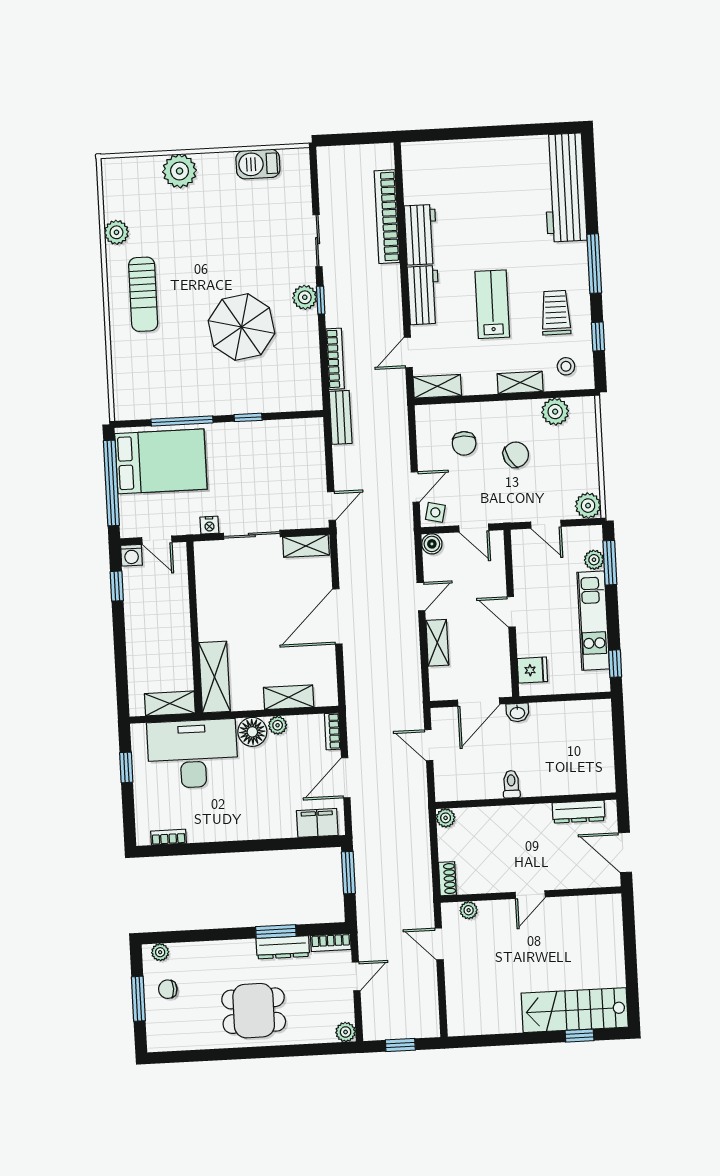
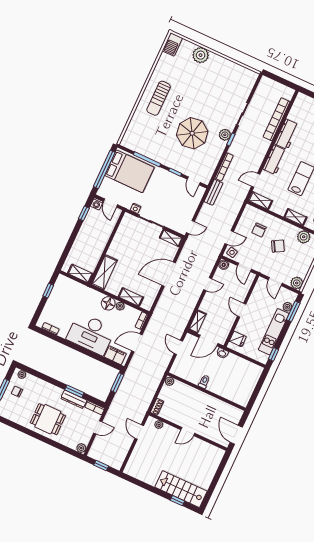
barbecue: (258, 164) -> (172, 44), moved, turned -90
plant: (116, 232) -> (161, 67), removed
door: (292, 415) -> (194, 181), added
shelving: (437, 643) -> (197, 322), moved
desk: (193, 754) -> (91, 334), moved, turned 180
dresser: (579, 812) -> (226, 408), removed

